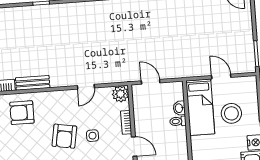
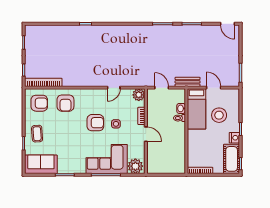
bench: (33, 83) -> (188, 82), moved
armchair: (22, 113) -> (65, 103), turned -90
armchair: (64, 136) -> (95, 123), turned -100

